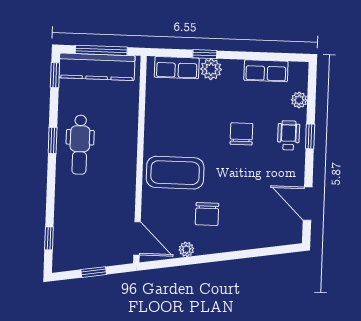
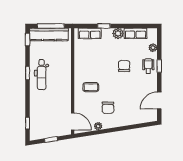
plant: (211, 69) -> (118, 34), moved
coffee table: (175, 173) -> (91, 87), width x0.54, depth x0.58
door: (308, 204) -> (159, 101), hinge flipped

